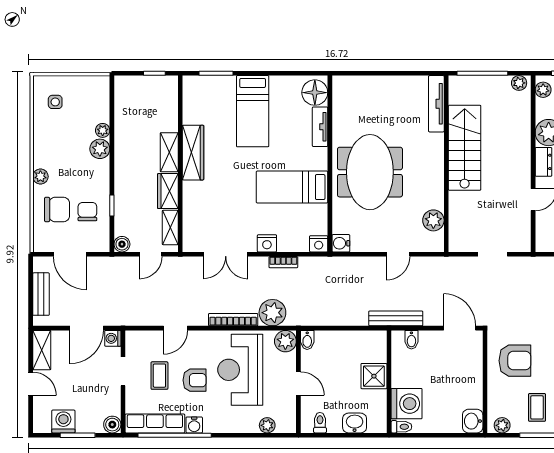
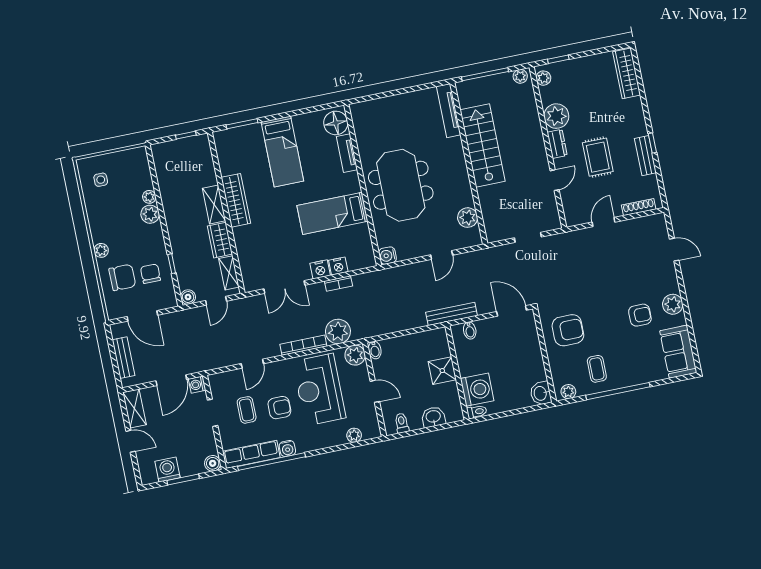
nightstand: (319, 244) -> (338, 266), moved

